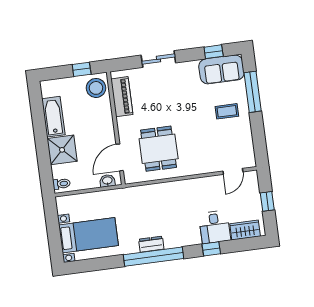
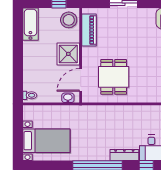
bathtub: (53, 117) -> (30, 24), moved
shower: (62, 150) -> (68, 54), moved
dresser: (151, 244) -> (124, 155), moved, width x1.44

